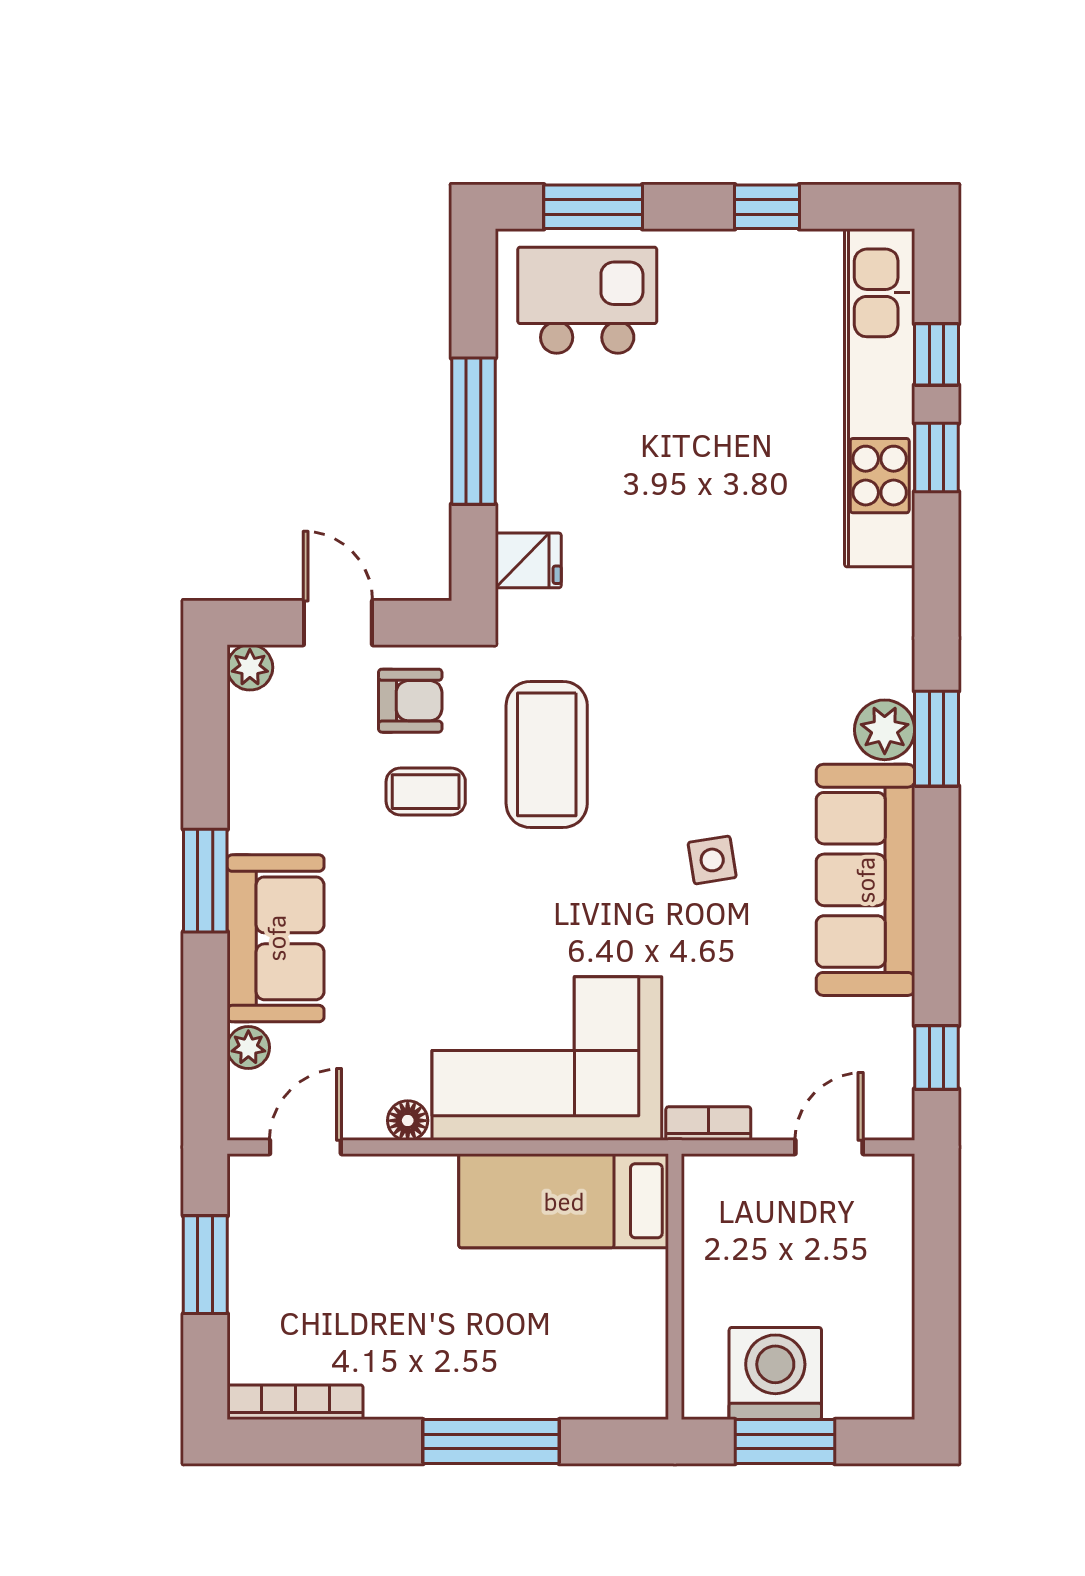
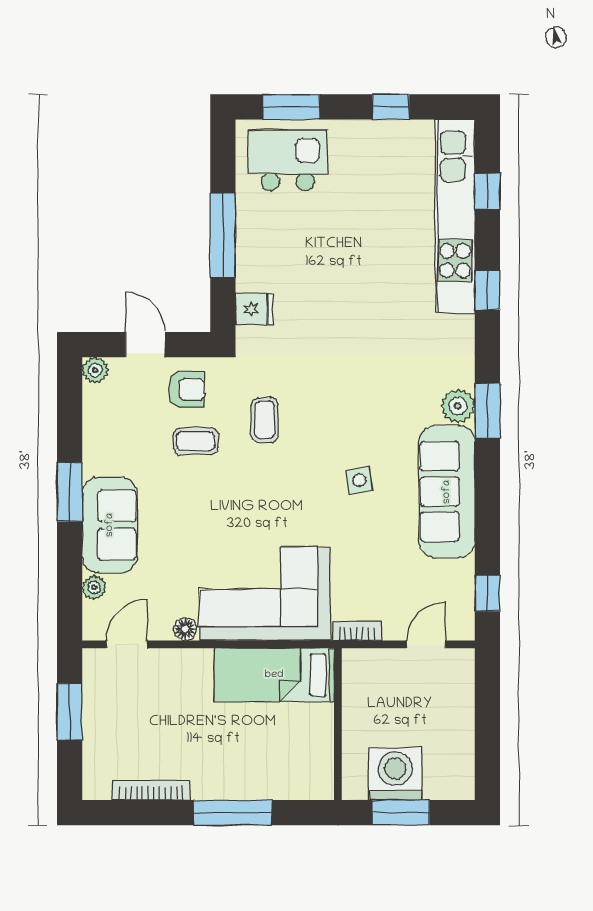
window: (937, 457) -> (487, 290), moved
coffee table: (547, 754) -> (265, 420), width x0.54, depth x0.58
bookcase: (295, 1402) -> (151, 790), moved

